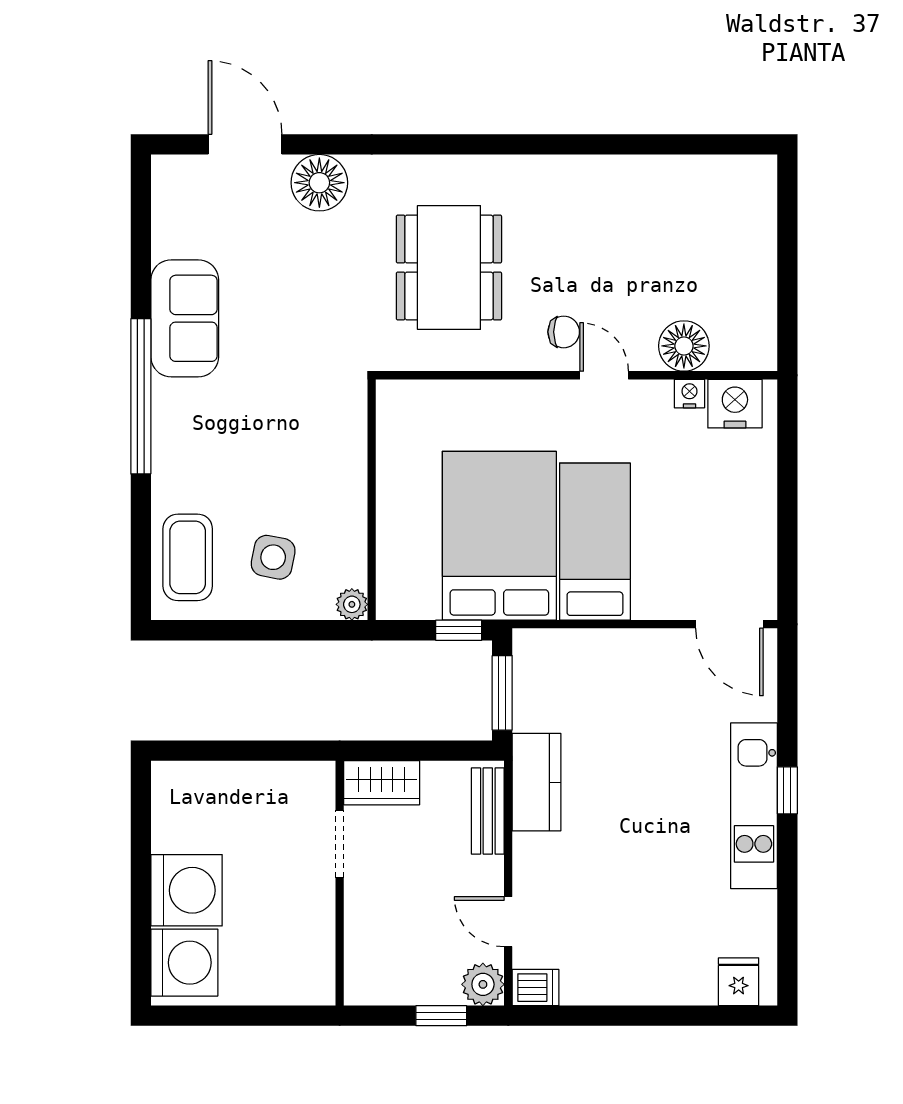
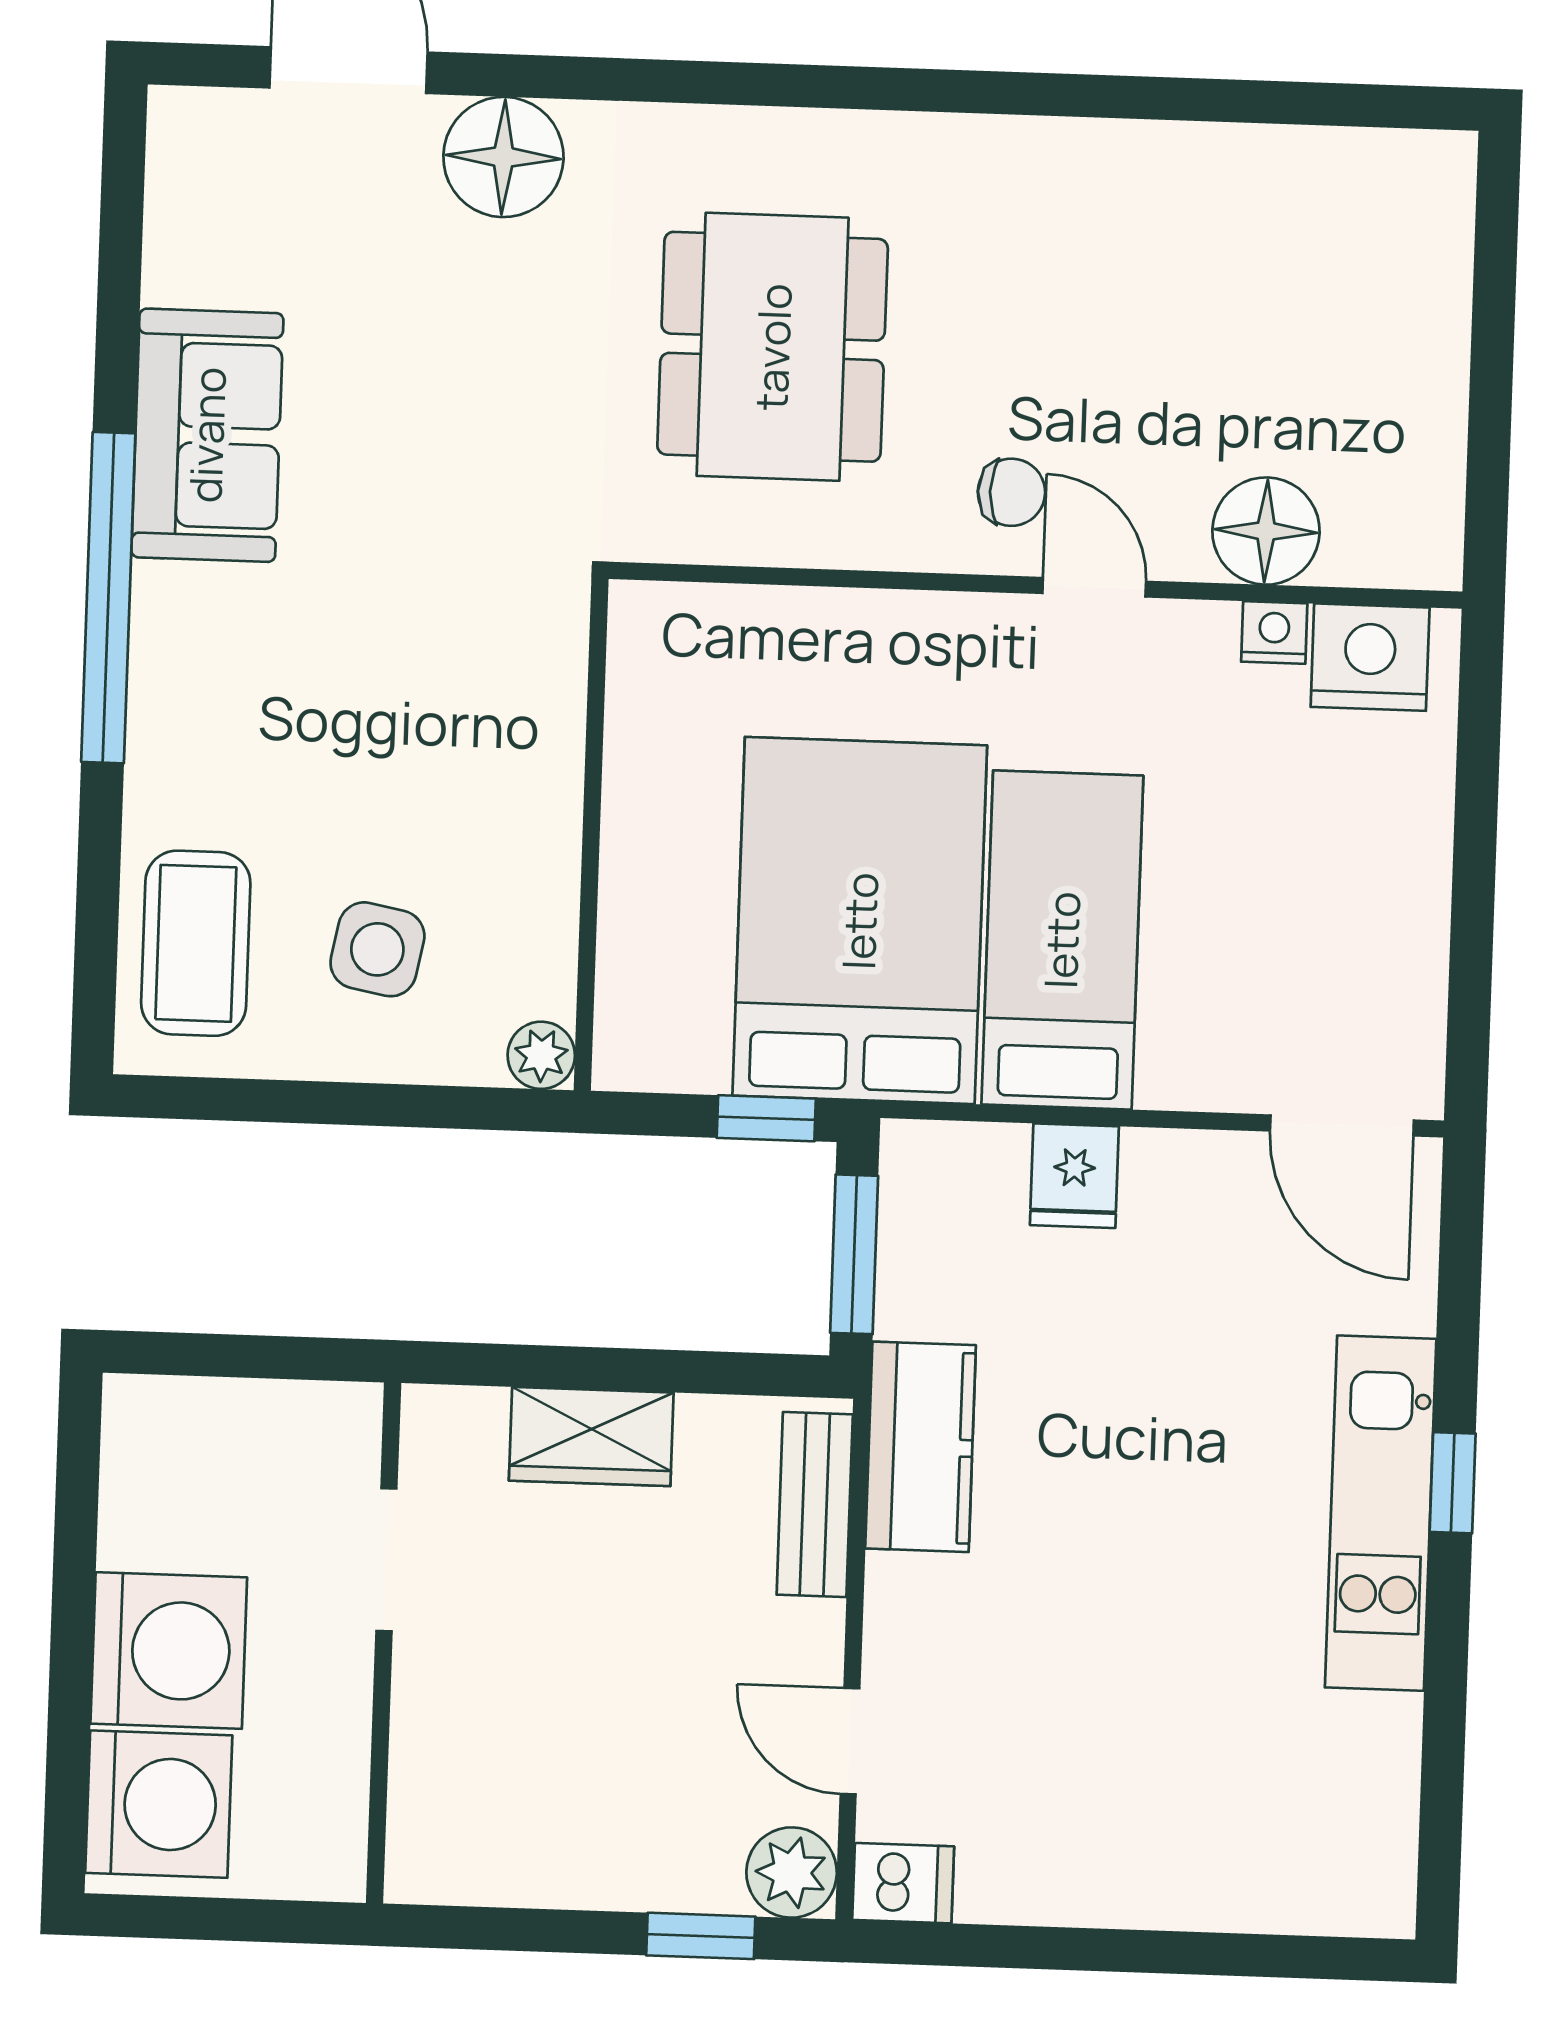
doorway: (340, 844) -> (386, 1560), moved
wall: (340, 883) -> (384, 1643), moved
fridge: (739, 982) -> (1074, 1176), moved, turned 180

